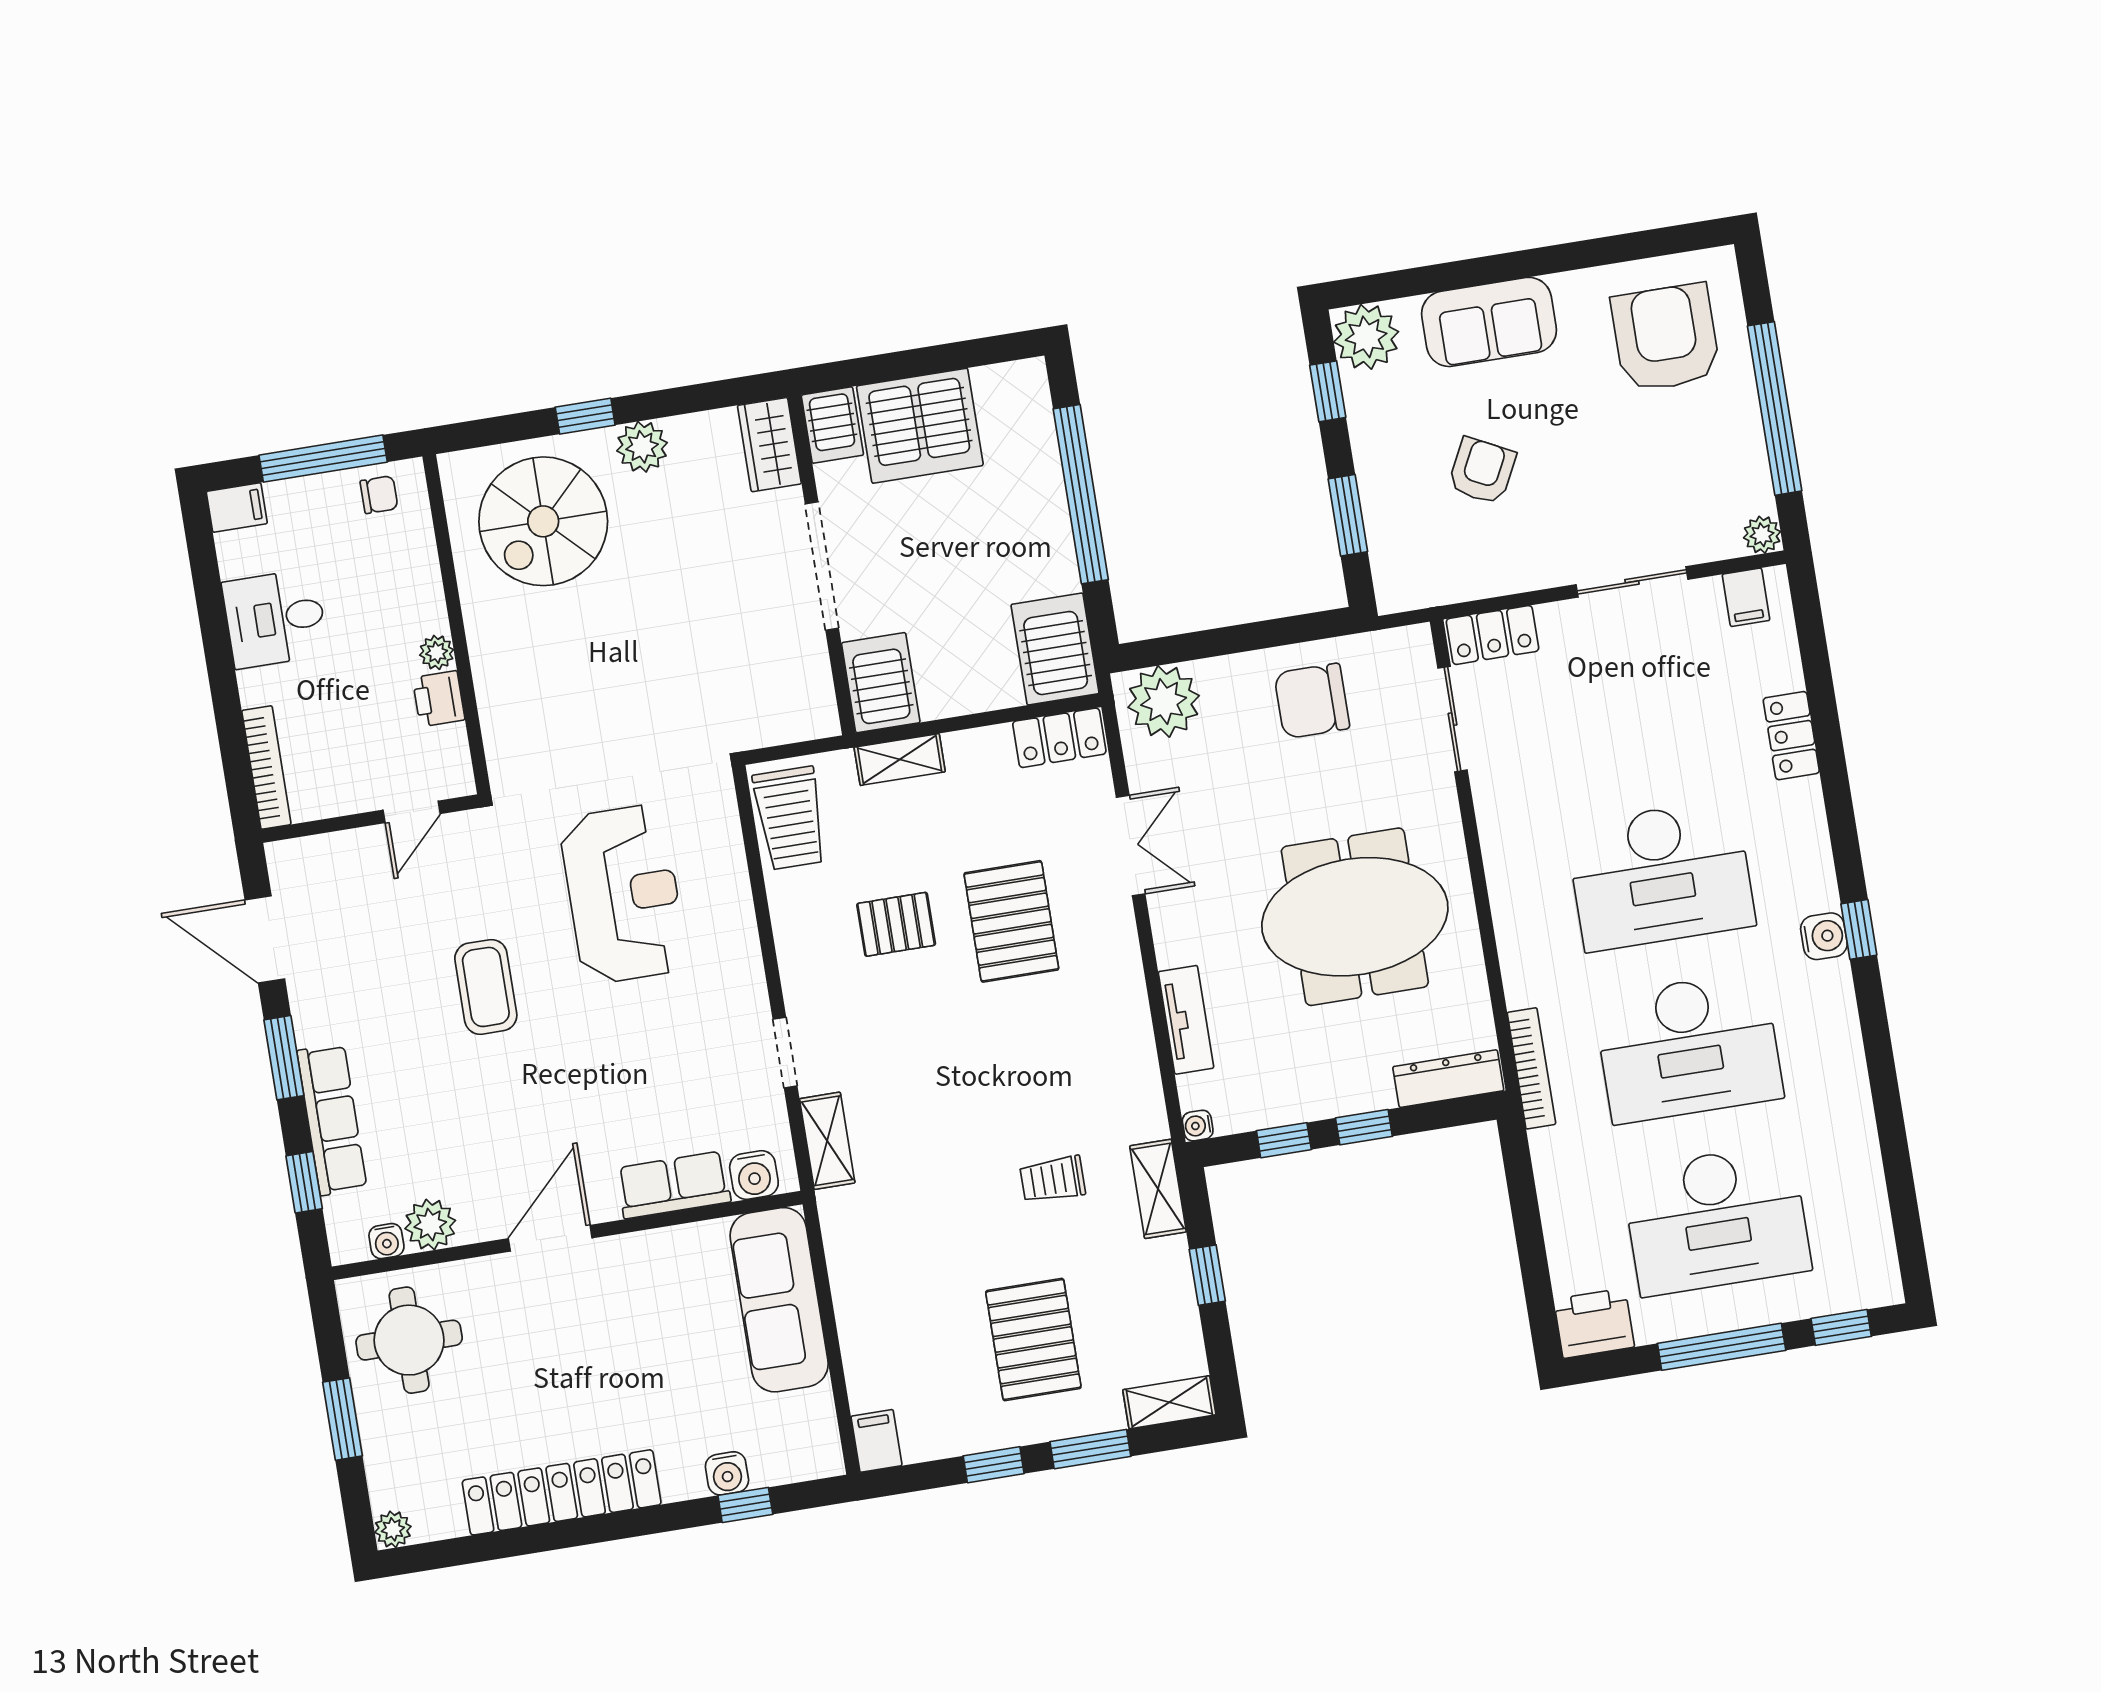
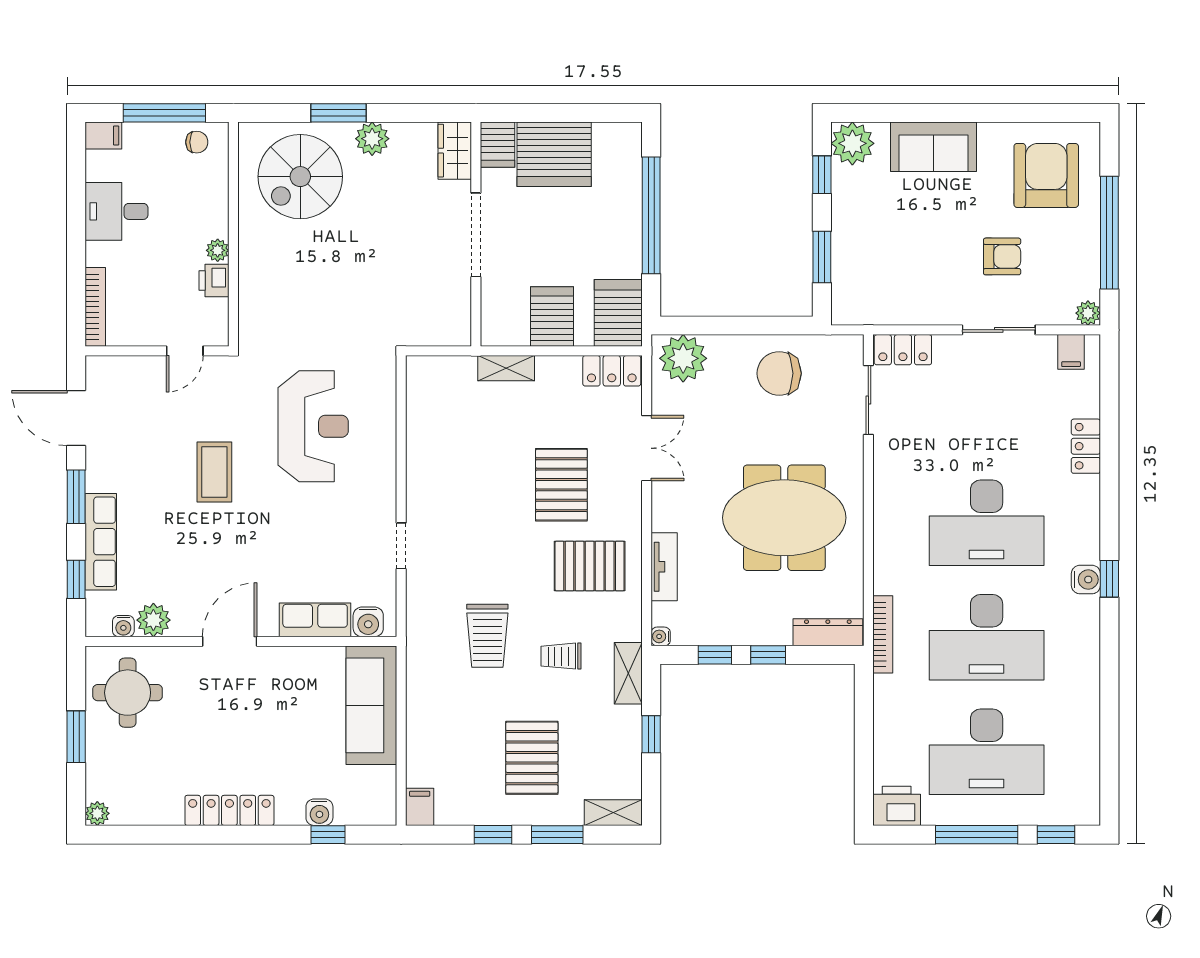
window: (585, 416) -> (338, 113), width x1.50
armchair: (1482, 471) -> (1002, 256), moved, turned 63
server rack: (881, 683) -> (552, 316), moved
trolley: (790, 818) -> (487, 636), moved
pallet: (896, 924) -> (590, 566), moved, width x1.50, depth x1.42
shelving: (827, 1141) -> (419, 607), removed
locker: (562, 1492) -> (229, 810), width x0.71, depth x0.83

